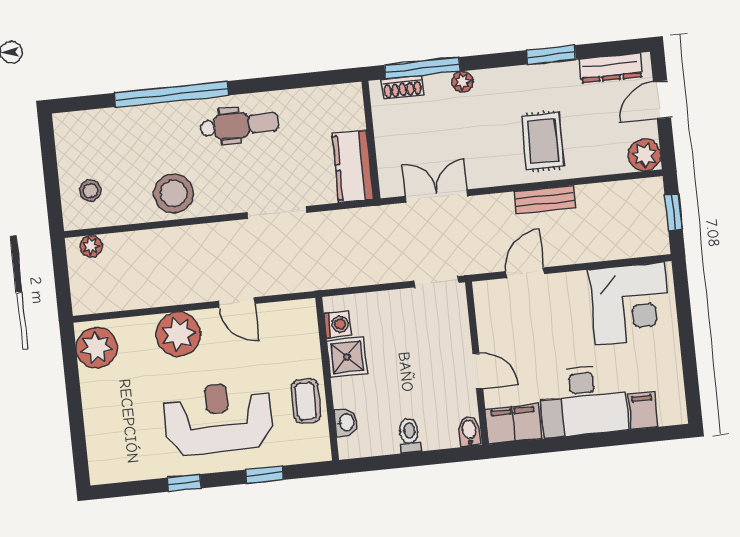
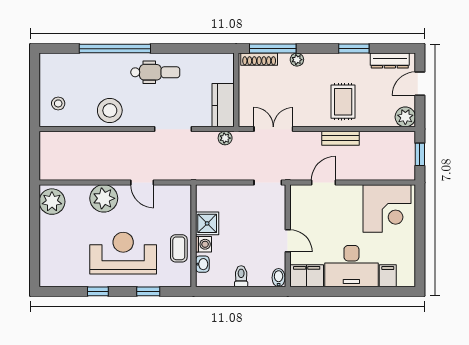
shoe rack: (402, 87) -> (259, 59), width x1.43
plant: (91, 246) -> (225, 138), moved
washing machine: (338, 324) -> (203, 244), moved

